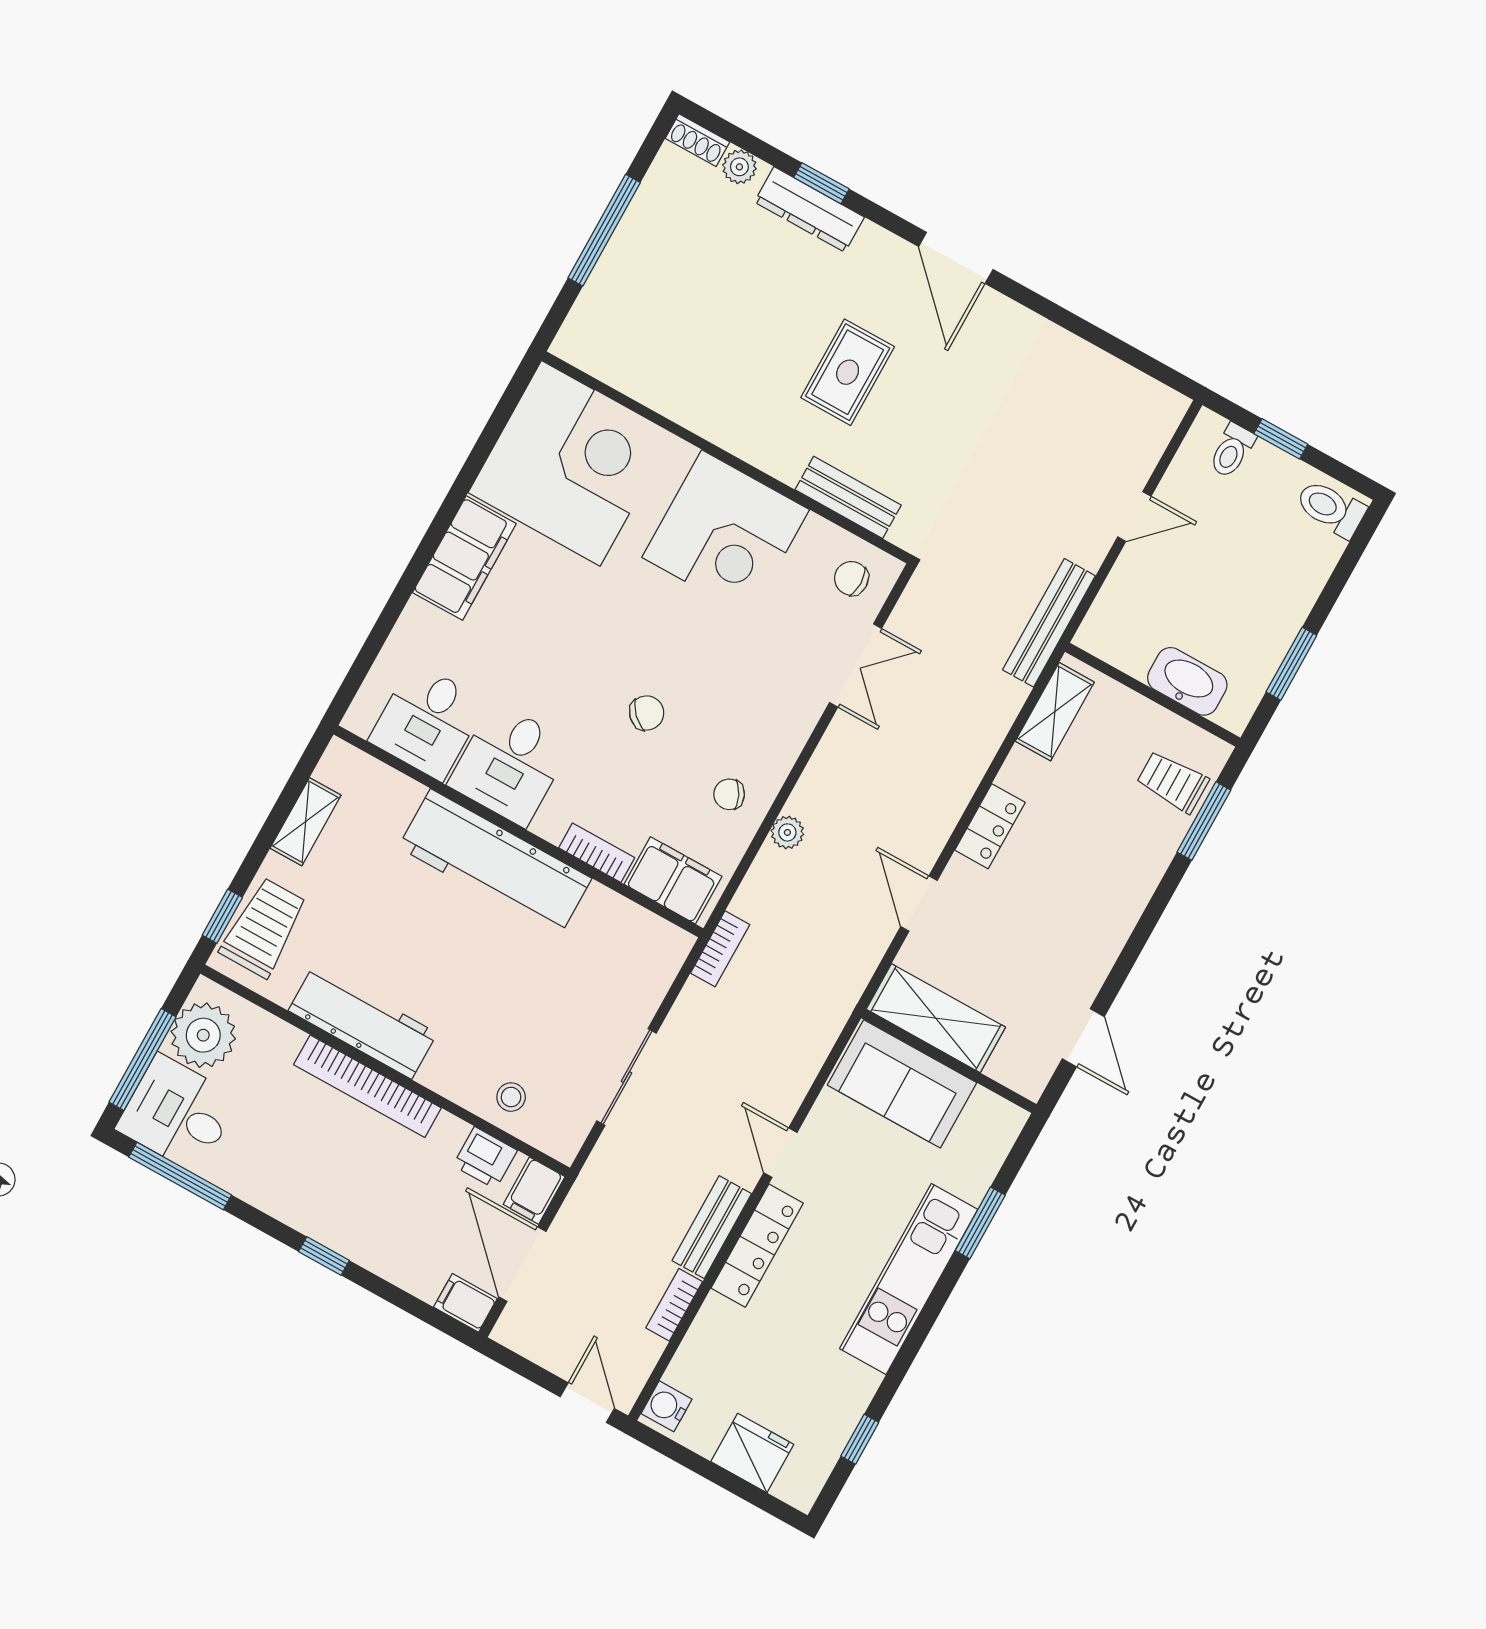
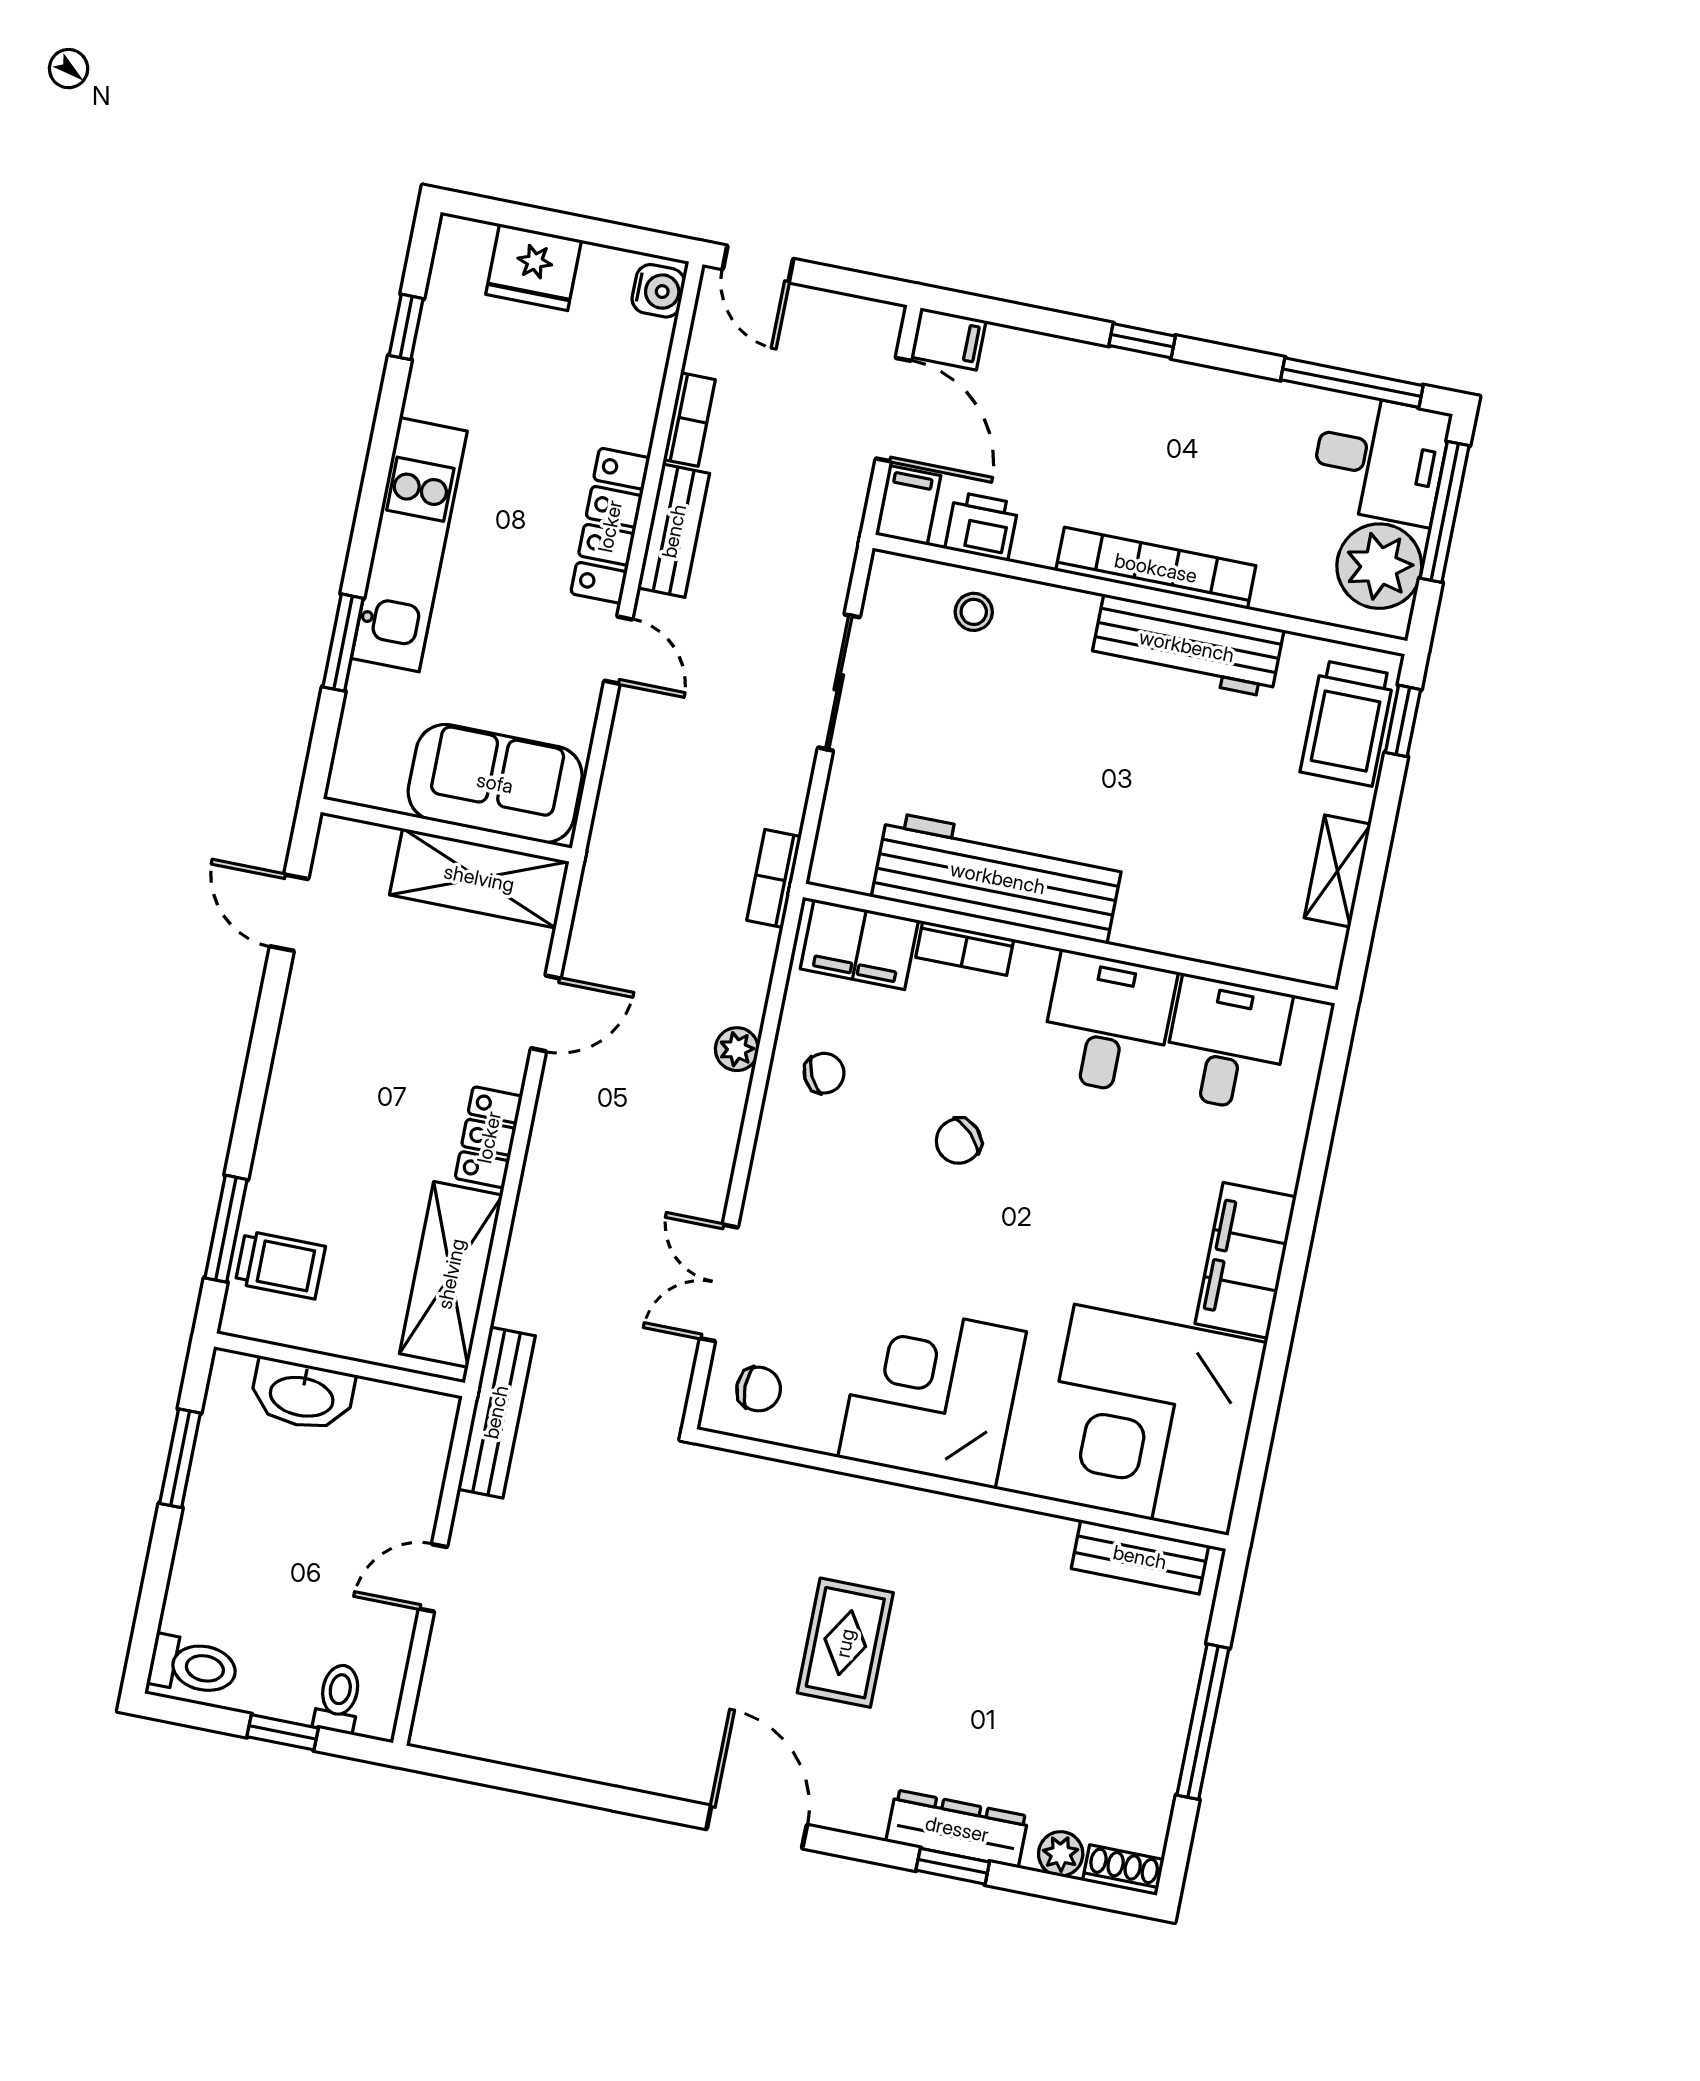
bench: (848, 497) -> (1140, 1557), moved
shelving: (1055, 712) -> (451, 1274), width x1.50, depth x1.33
workbench: (495, 863) -> (998, 878), moved
door: (919, 904) -> (546, 1013), hinge flipped

